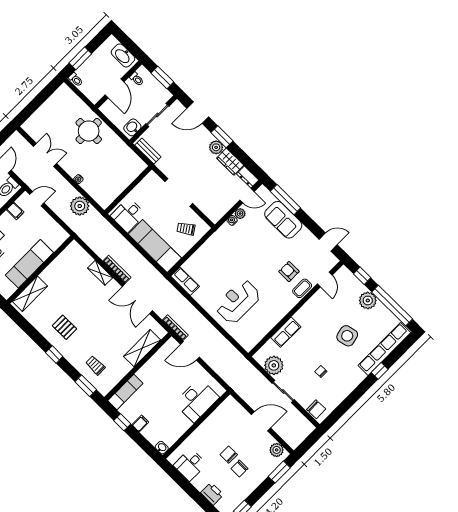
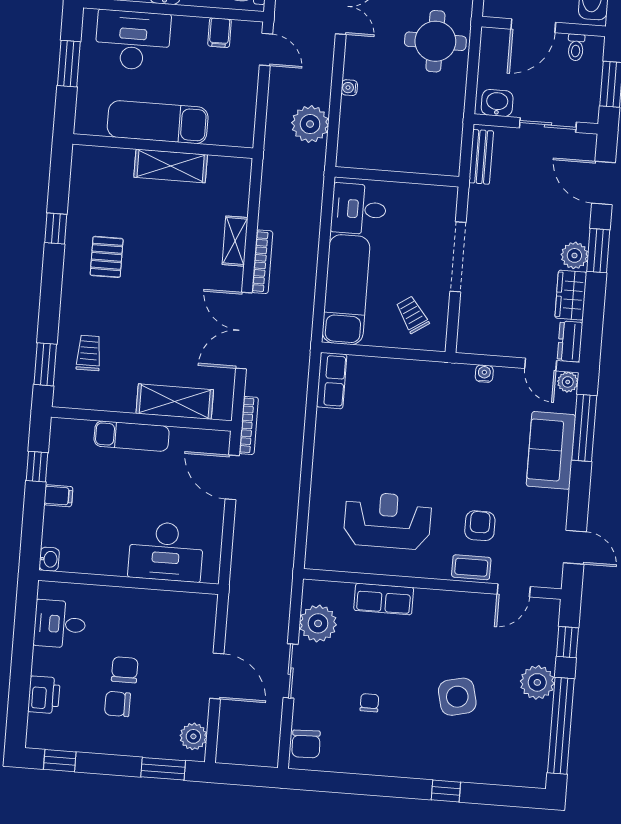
plant: (240, 214) -> (568, 382), moved
shelving: (30, 294) -> (171, 166), moved
reception desk: (238, 302) -> (388, 521), moved
row of seats: (384, 349) -> (485, 770), removed
window: (54, 354) -> (56, 229), moved
exam couch: (125, 392) -> (132, 436), moved

